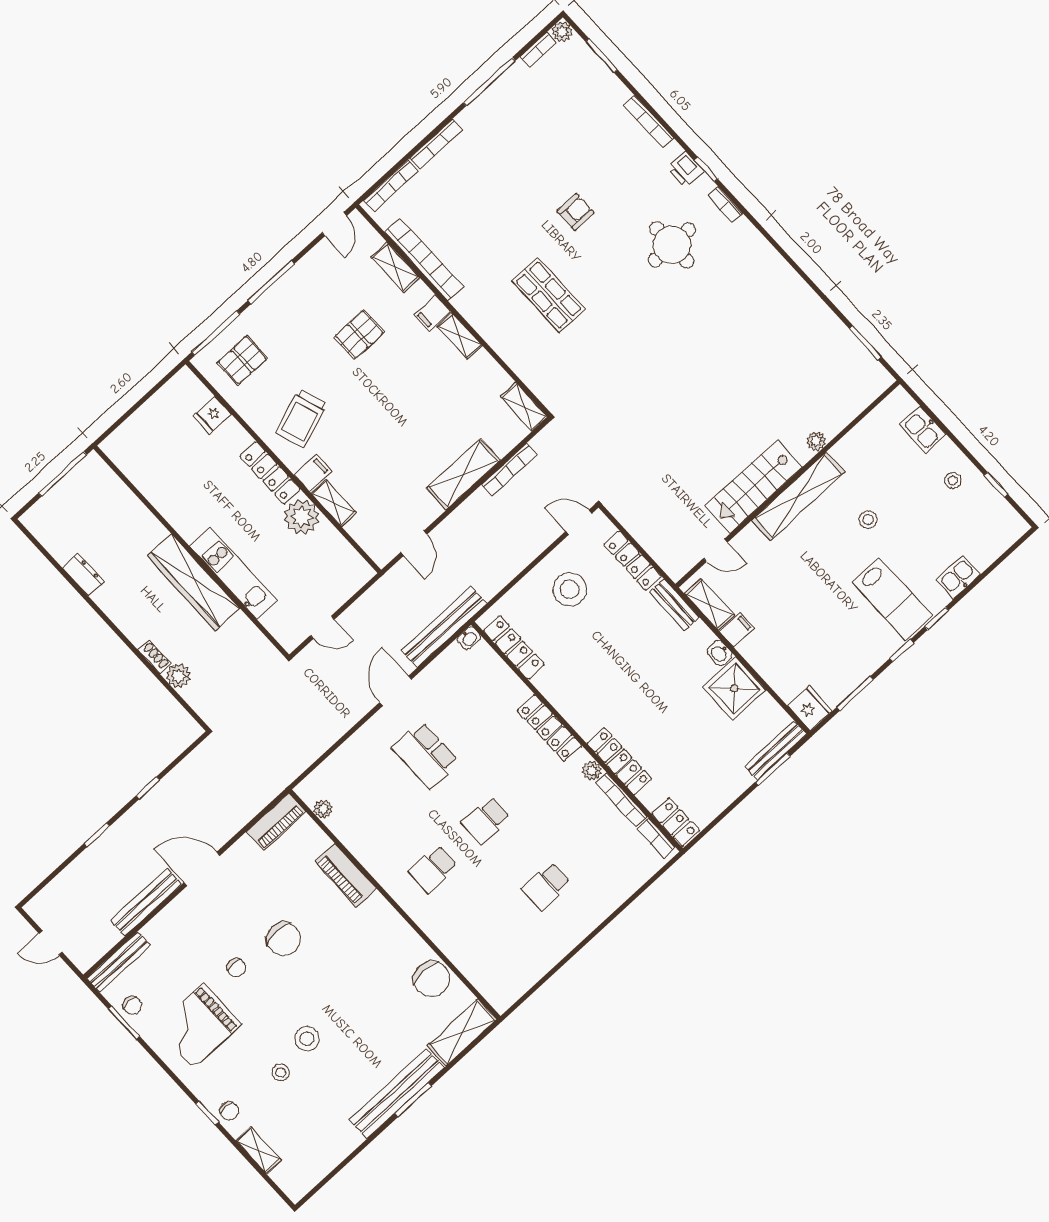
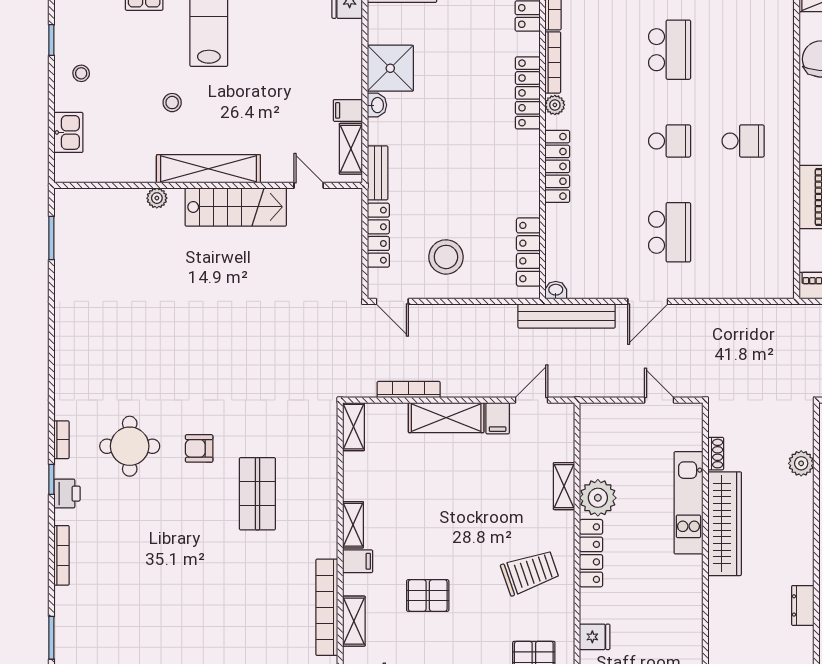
armchair: (575, 212) -> (199, 448), moved
filing cabinet: (313, 473) -> (498, 418), moved, turned -90
shoe rack: (154, 657) -> (716, 454), moved, turned 180
plant: (323, 809) -> (784, 263), removed
school desk: (546, 886) -> (670, 50), width x1.85

